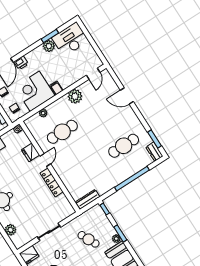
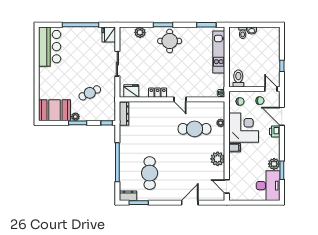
cafe table: (62, 132) -> (195, 129), turned 90
fridge: (31, 152) -> (131, 91), moved
locker: (52, 182) -> (158, 93), width x0.66

